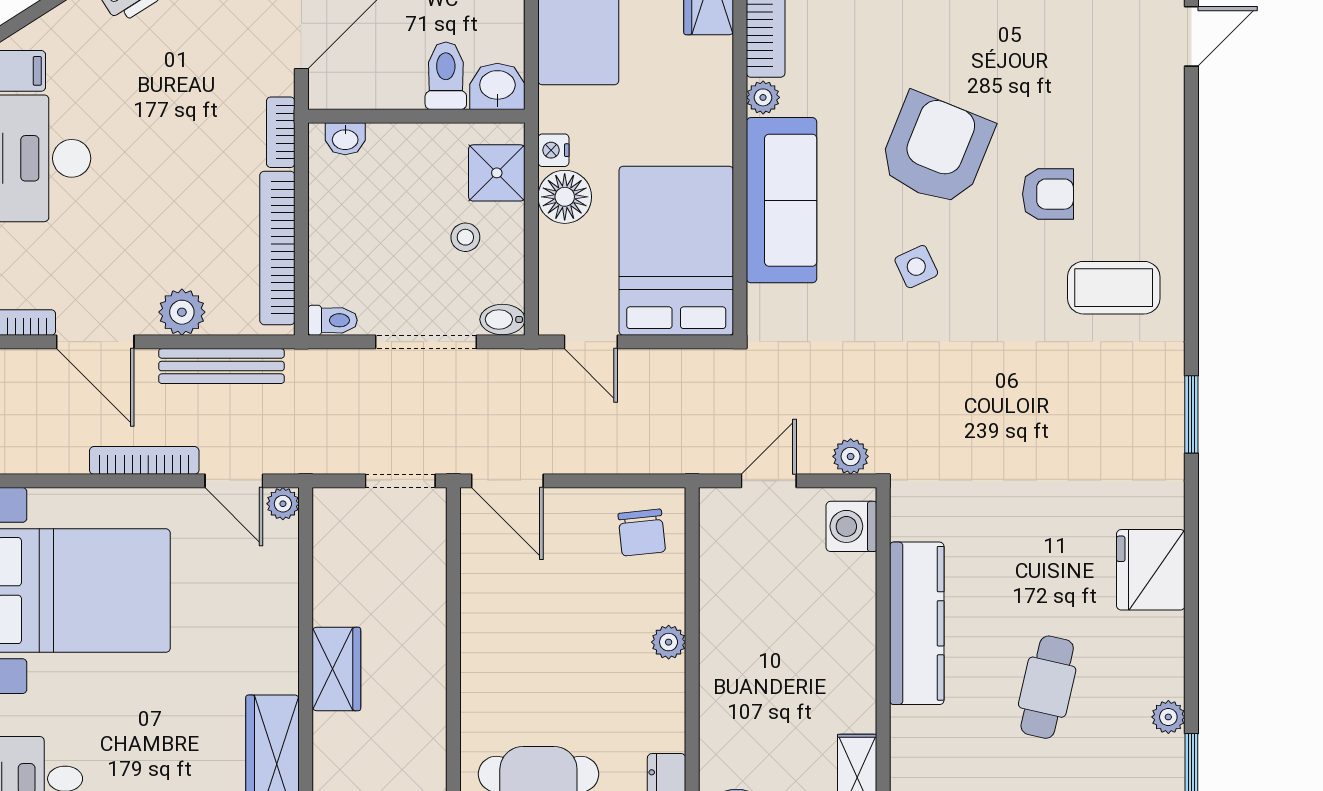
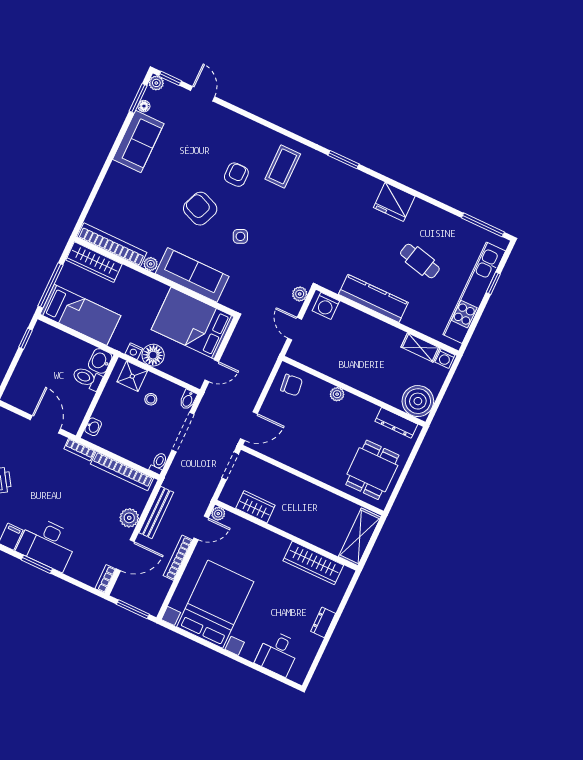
armchair: (936, 149) -> (200, 209), width x0.73, depth x0.73
wardrobe: (336, 669) -> (255, 507), moved
plant: (1168, 717) -> (452, 221), removed

